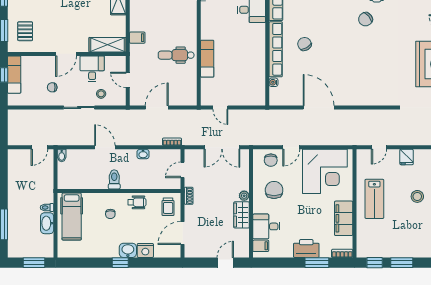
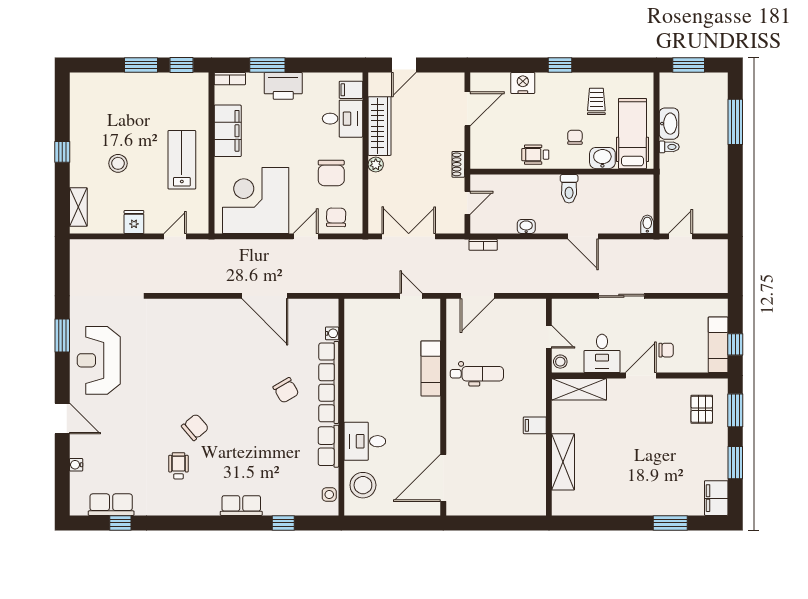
filing cabinet: (137, 38) -> (535, 425), moved
chair: (52, 87) -> (666, 350), moved
stool: (101, 94) -> (560, 362), moved
door: (157, 107) -> (477, 296), moved
trolley: (168, 207) -> (596, 101), moved
wardrobe: (242, 215) -> (380, 126), width x1.50
washbasin: (128, 250) -> (602, 158), moved, turned 180

